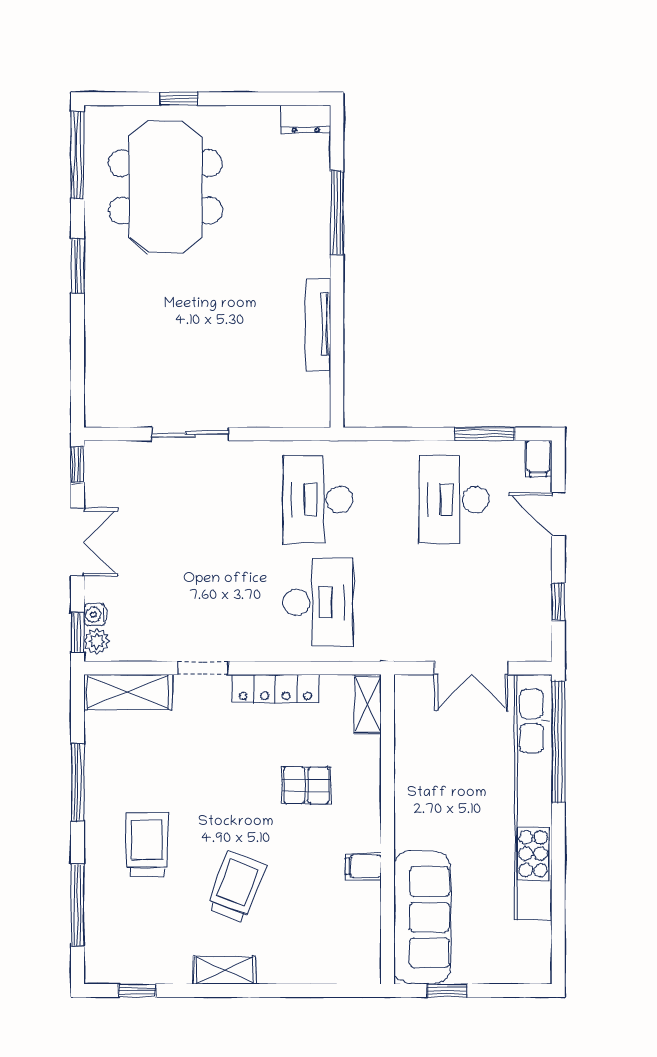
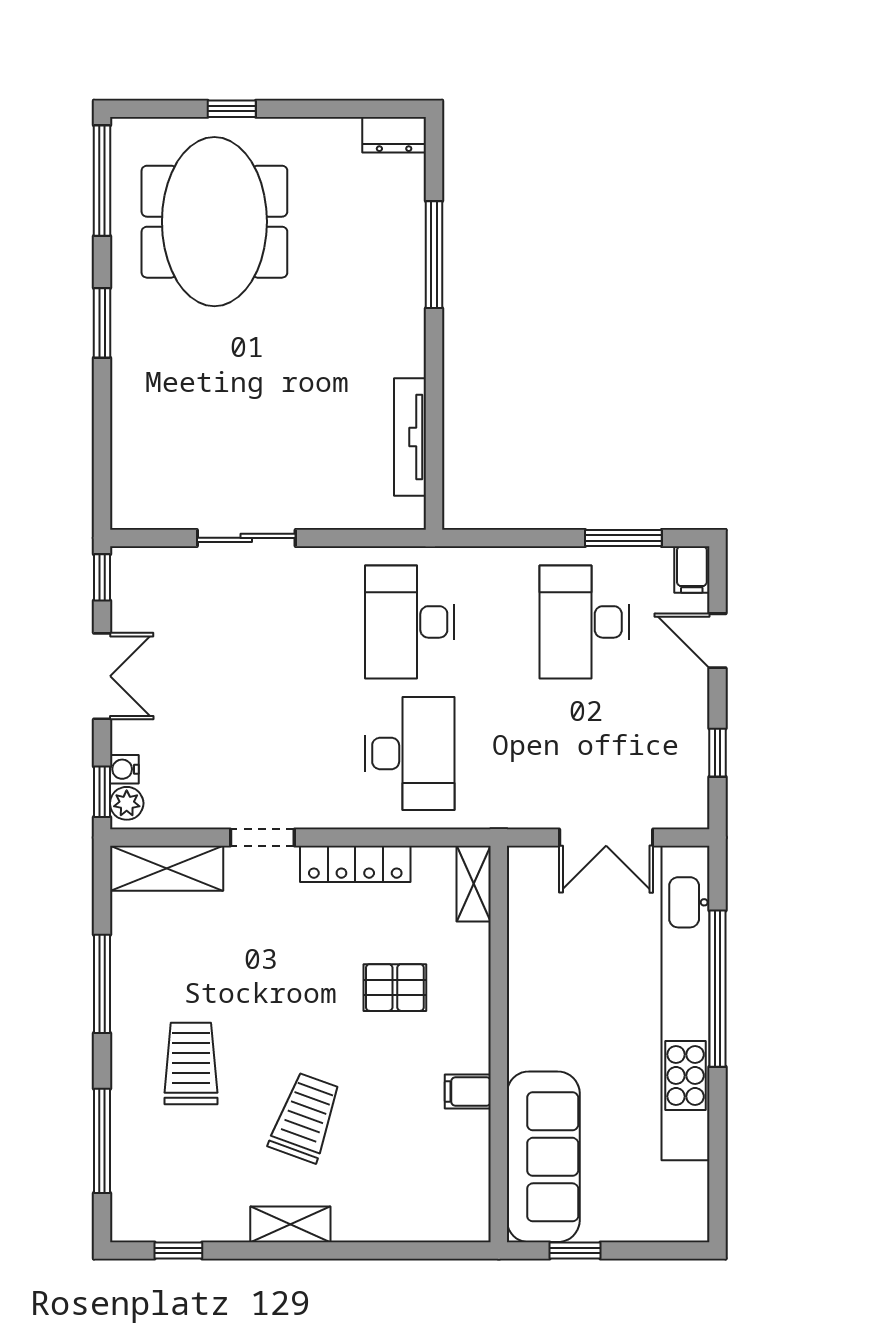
tv unit: (318, 324) -> (410, 437), moved
window: (558, 742) -> (717, 989), moved

